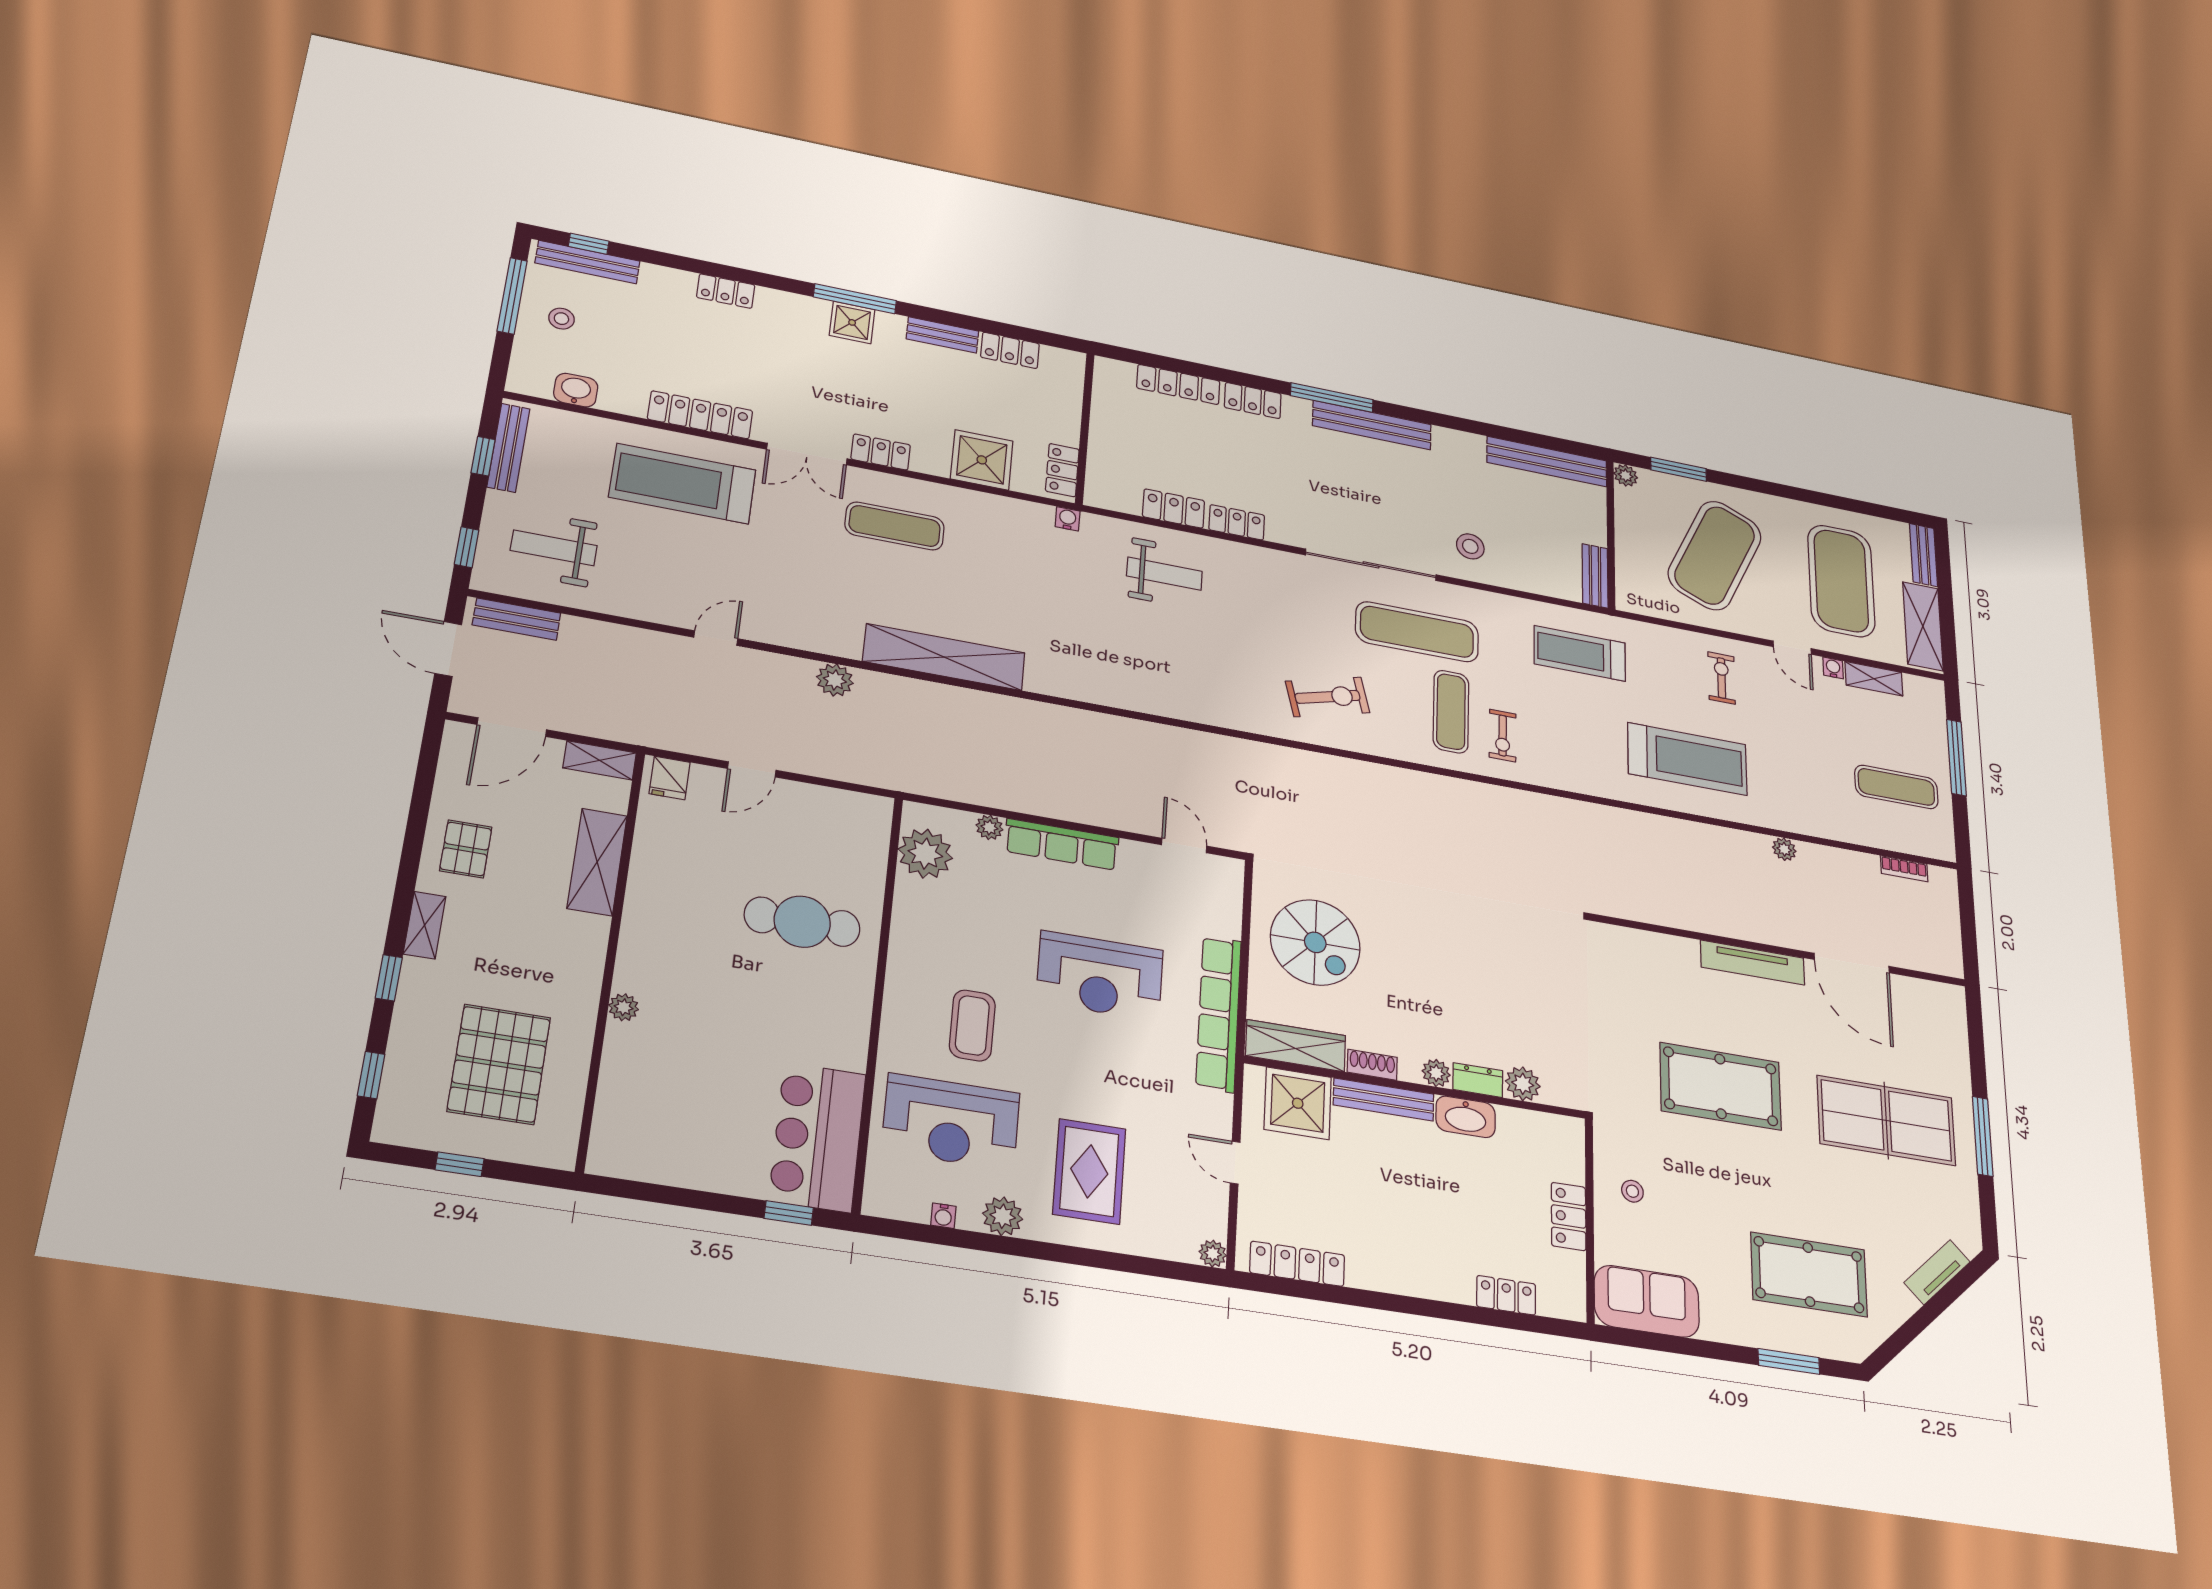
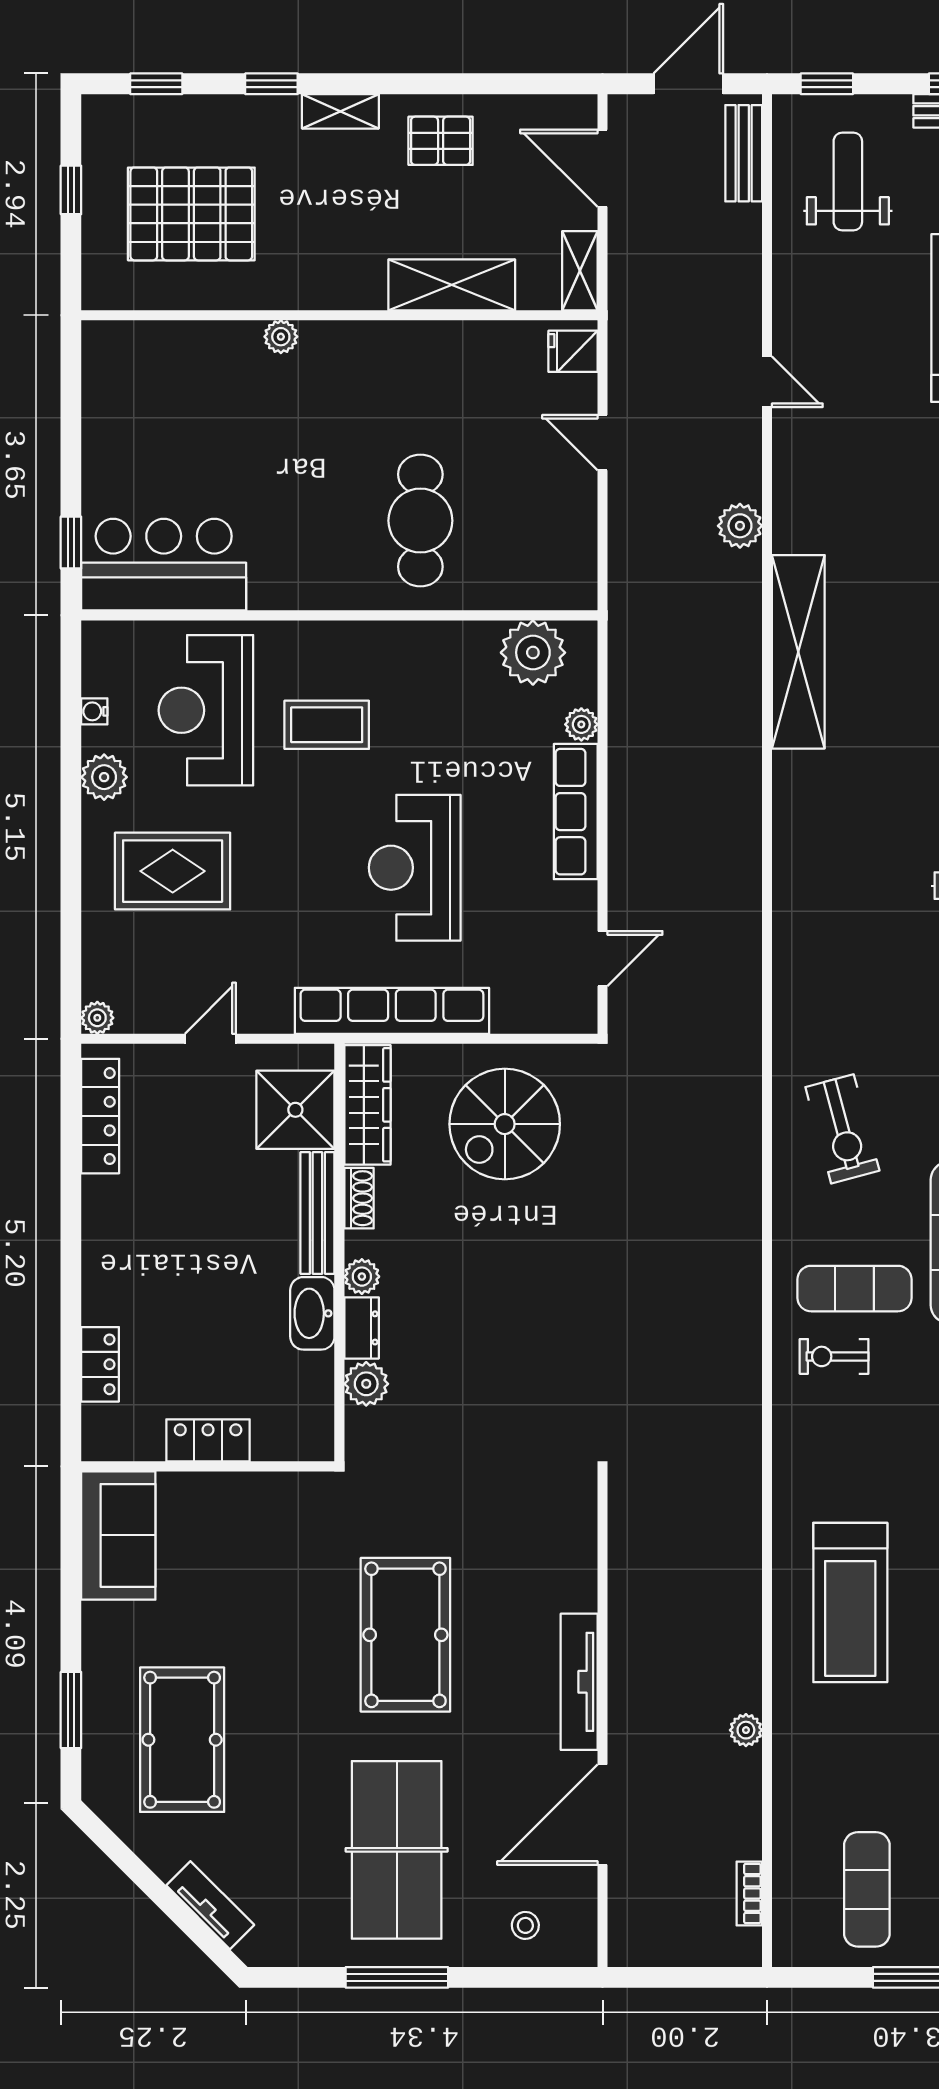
stool: (1632, 1191) -> (525, 1925), moved

